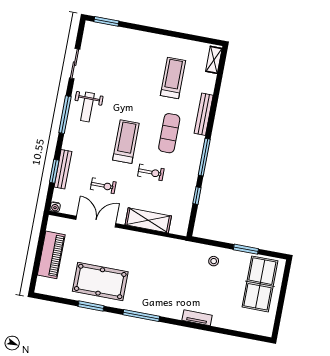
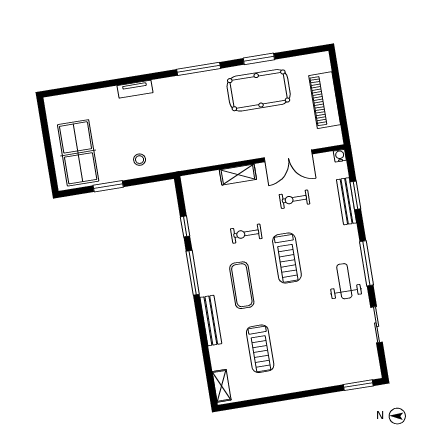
shelving: (148, 220) -> (238, 175), width x0.67, depth x0.75

